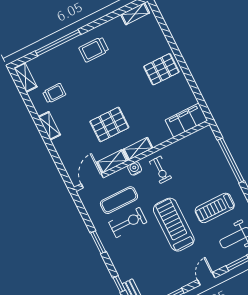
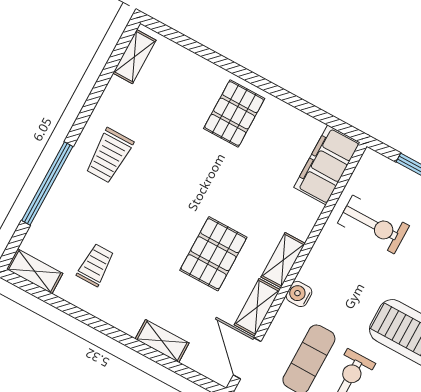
shelving: (49, 126) -> (162, 341), moved
exercise bike: (160, 170) -> (373, 224), moved, width x1.38, depth x1.39

